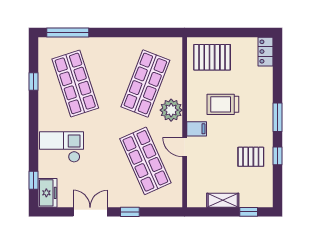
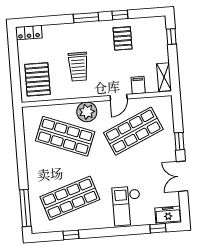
filing cabinet: (197, 129) -> (138, 85), moved
shelving: (223, 200) -> (164, 77), moved

